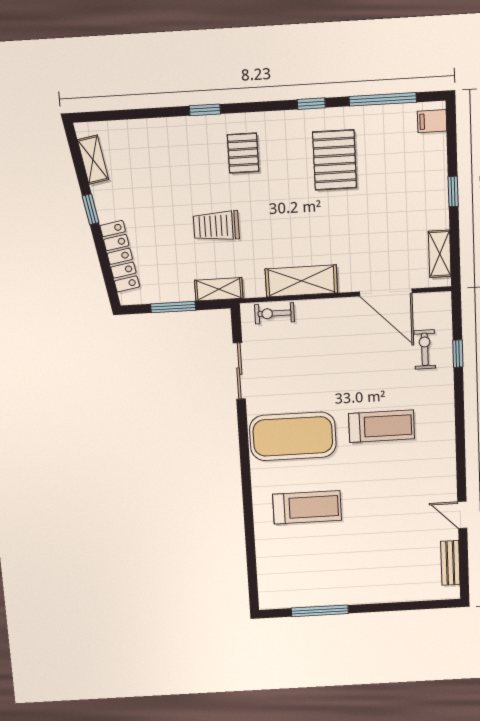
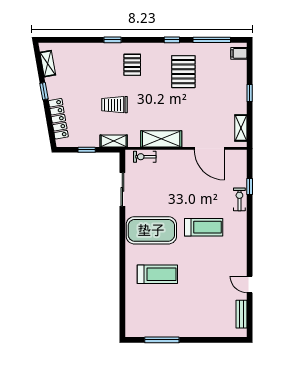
window: (173, 307) -> (87, 150), width x0.67
exercise bike: (425, 349) -> (239, 199), moved

